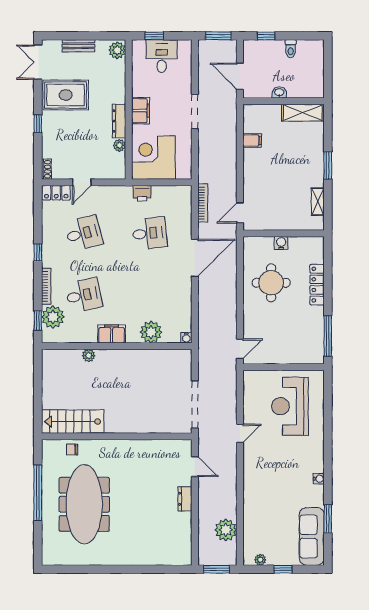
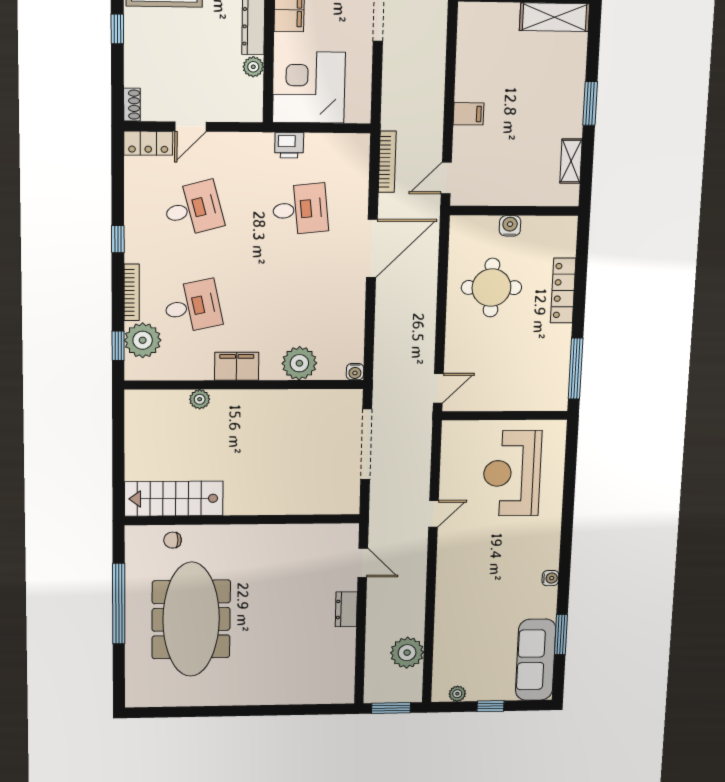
filing cabinet: (252, 141) -> (468, 114), moved
doorway: (195, 405) -> (366, 444), moved

